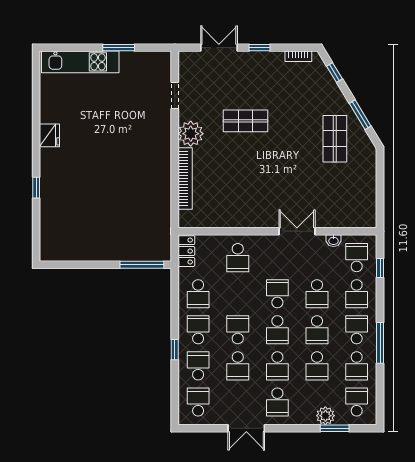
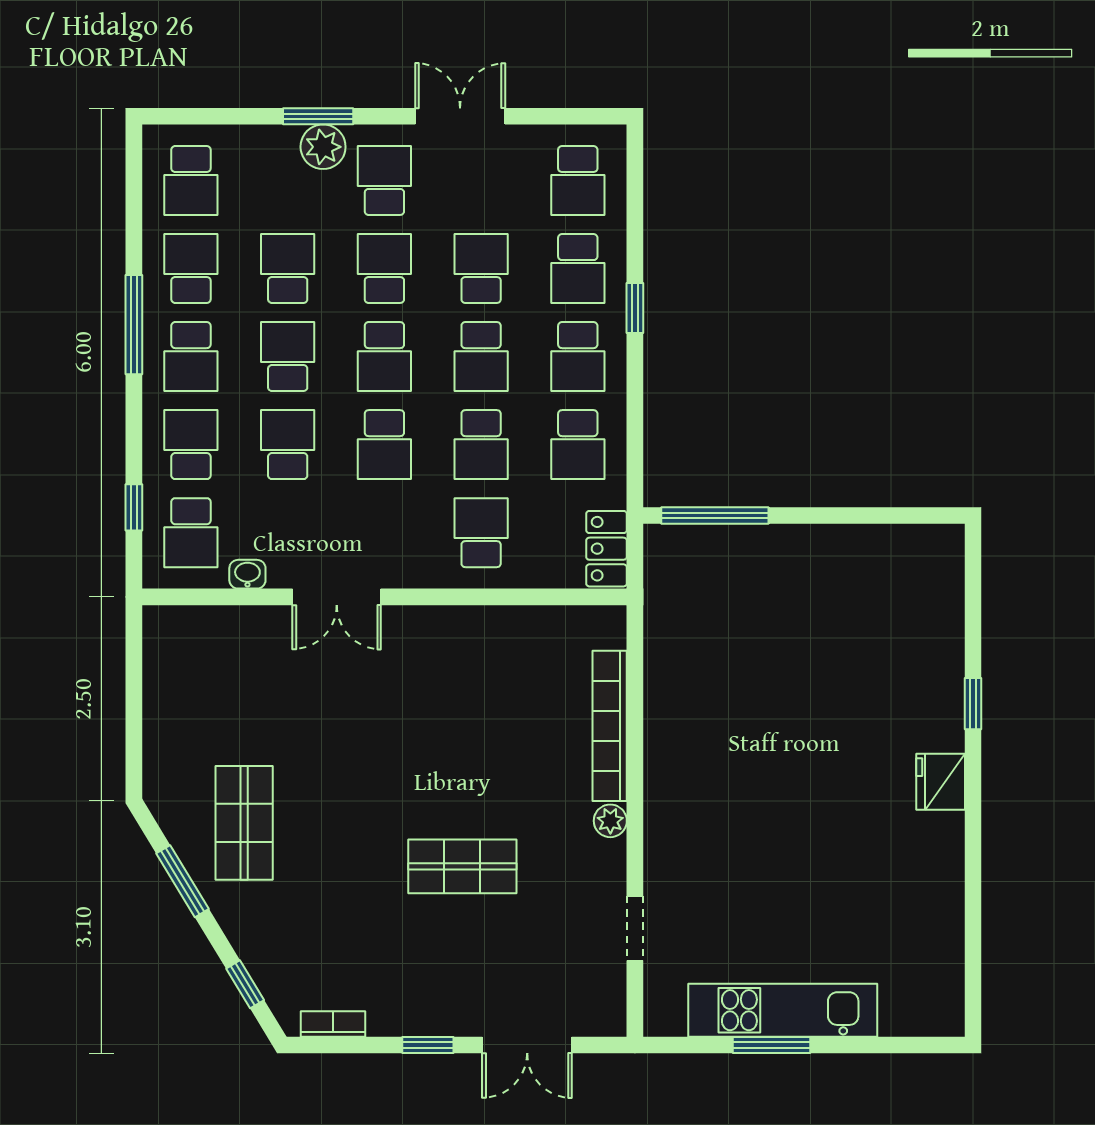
kitchen unit: (80, 62) -> (783, 1010), moved
plant: (191, 134) -> (610, 821), width x0.53, depth x0.53
fridge: (49, 135) -> (941, 782), moved
school desk: (198, 294) -> (578, 445), turned 180
school desk: (238, 294) -> (481, 445), added
school desk: (277, 330) -> (384, 357), turned 180
plant: (325, 416) -> (323, 147), moved
window: (335, 428) -> (318, 116), moved

